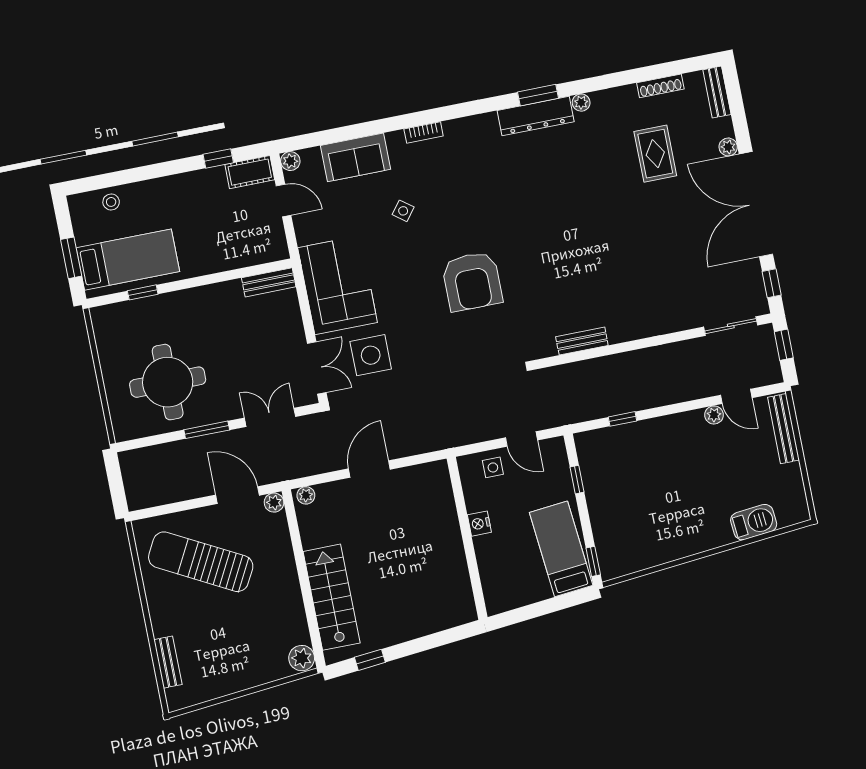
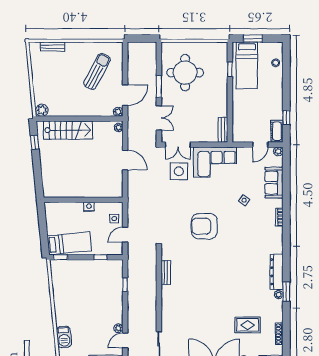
window: (538, 95) -> (286, 292), moved
sun lounger: (201, 562) -> (97, 71), width x0.73, depth x0.75

